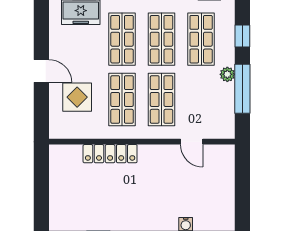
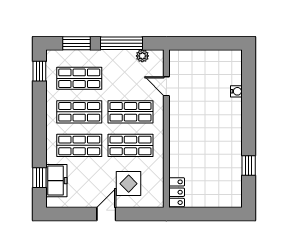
window: (242, 36) -> (77, 43), width x1.50
plant: (227, 74) -> (142, 56), moved
door: (192, 142) -> (166, 86), swing flipped
locker: (110, 154) -> (177, 192), moved, width x0.66

